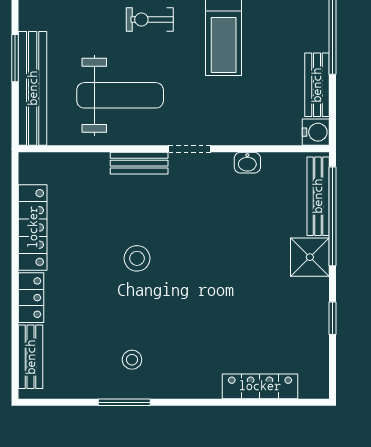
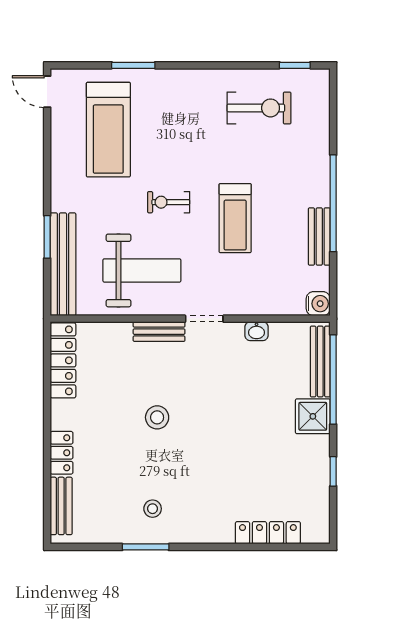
bench: (317, 85) -> (319, 236), moved
locker: (33, 227) -> (63, 360), moved

